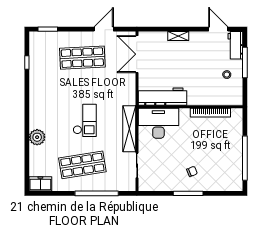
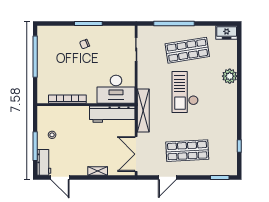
double door: (137, 54) -> (136, 154), swing flipped
checkout: (85, 120) -> (185, 92), width x1.36, depth x1.21
shelving: (129, 129) -> (143, 111), moved

